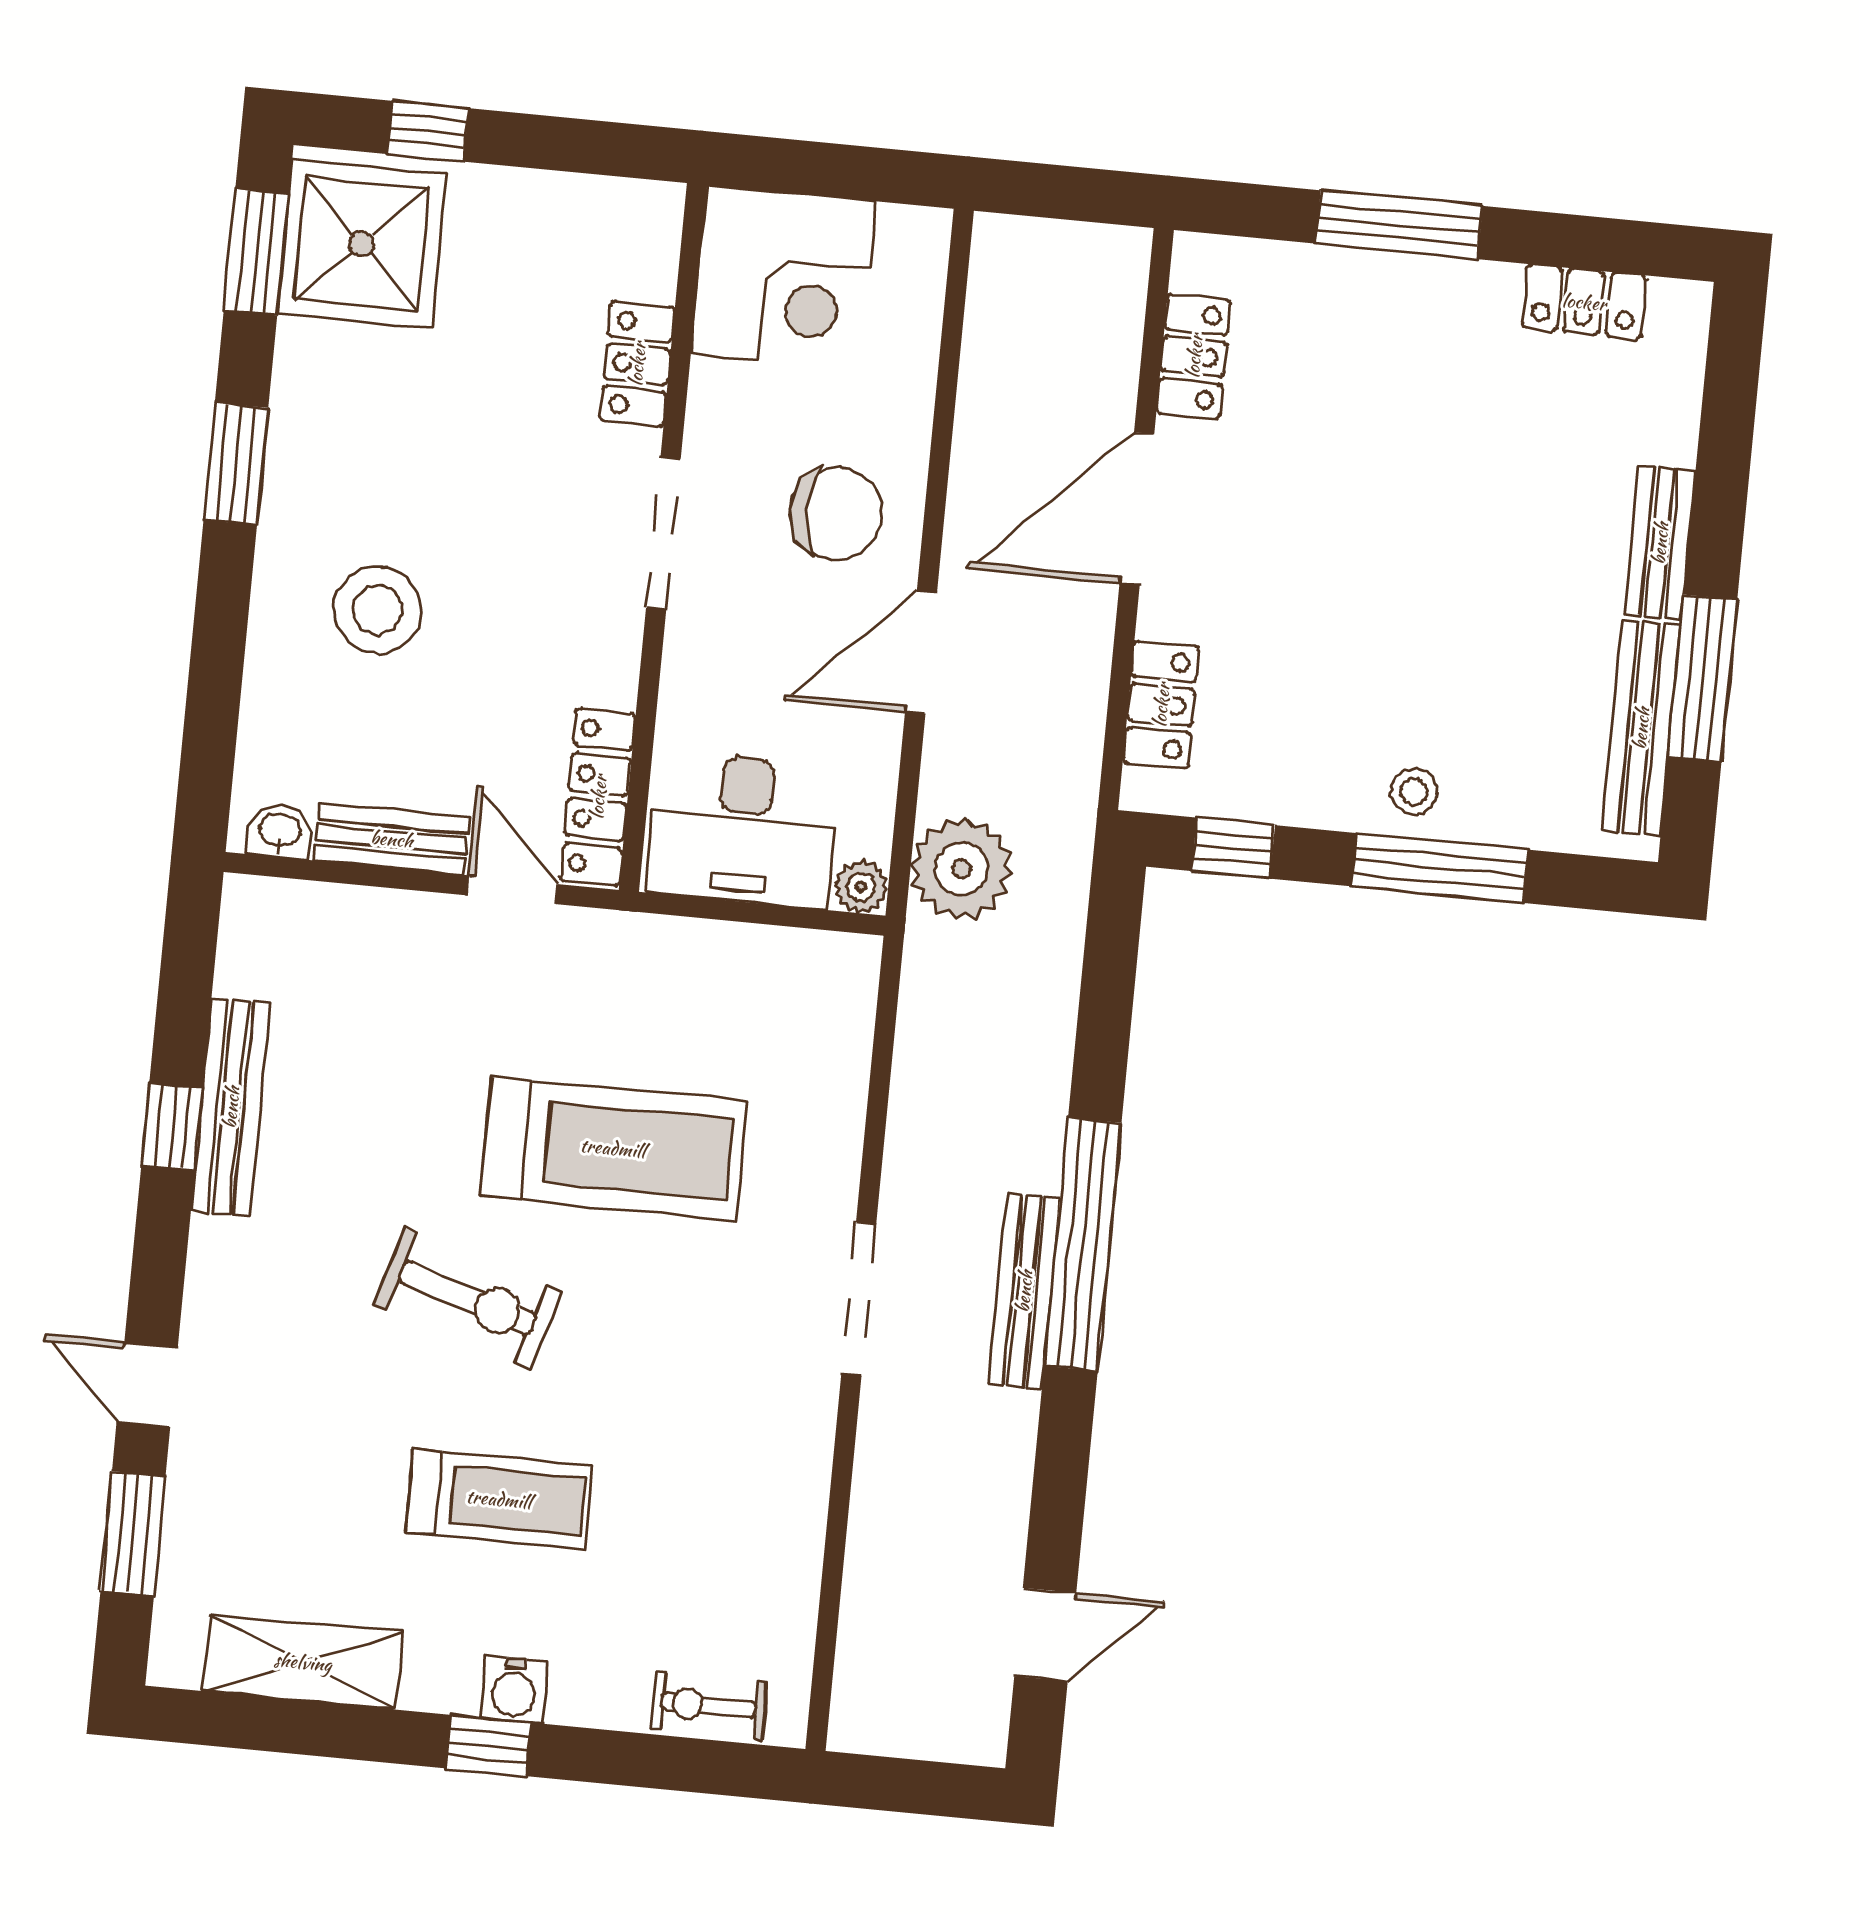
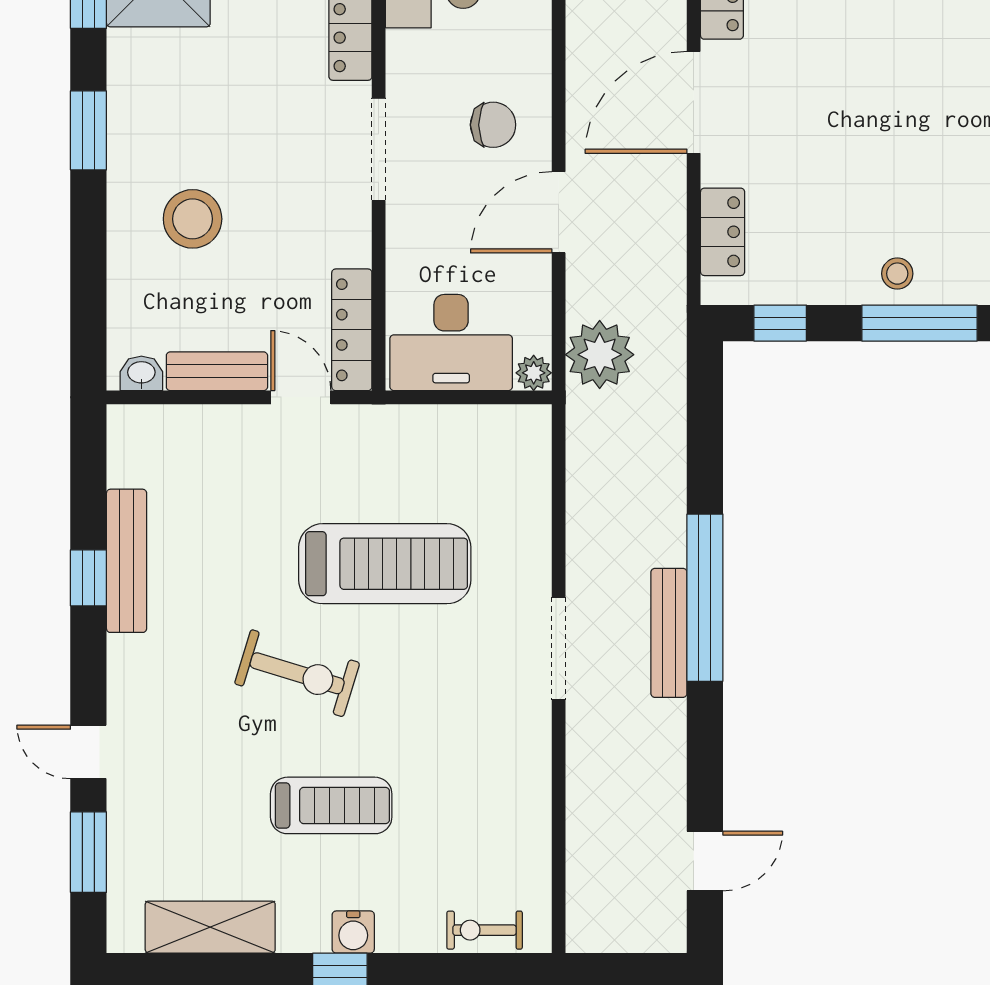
chair: (836, 513) -> (493, 125), width x0.73, depth x0.73

